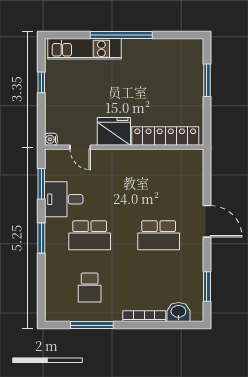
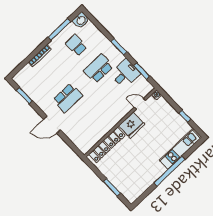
school desk: (159, 235) -> (68, 98), turned 180
washbasin: (178, 312) -> (81, 20), moved

